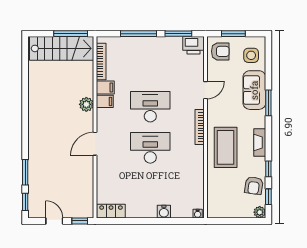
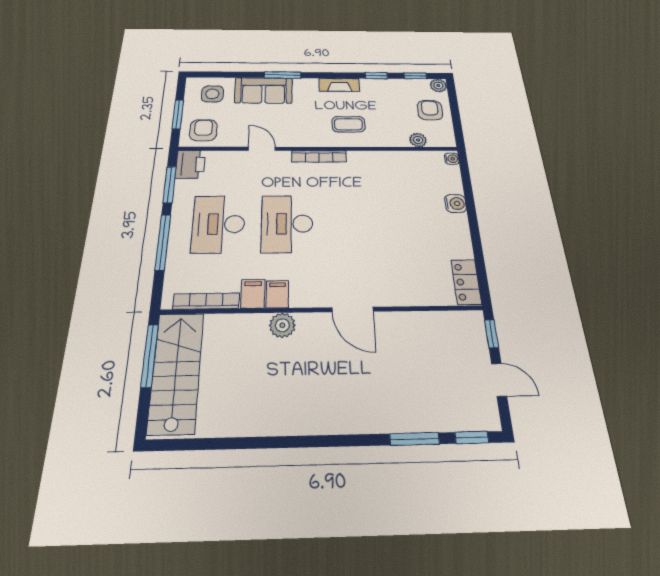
coffee table: (226, 147) -> (348, 124), width x0.54, depth x0.58
desk: (150, 148) -> (219, 224), moved
armchair: (254, 186) -> (430, 110), moved, turned -98
plant: (213, 193) -> (418, 140), added
door: (54, 221) -> (499, 380), swing flipped

